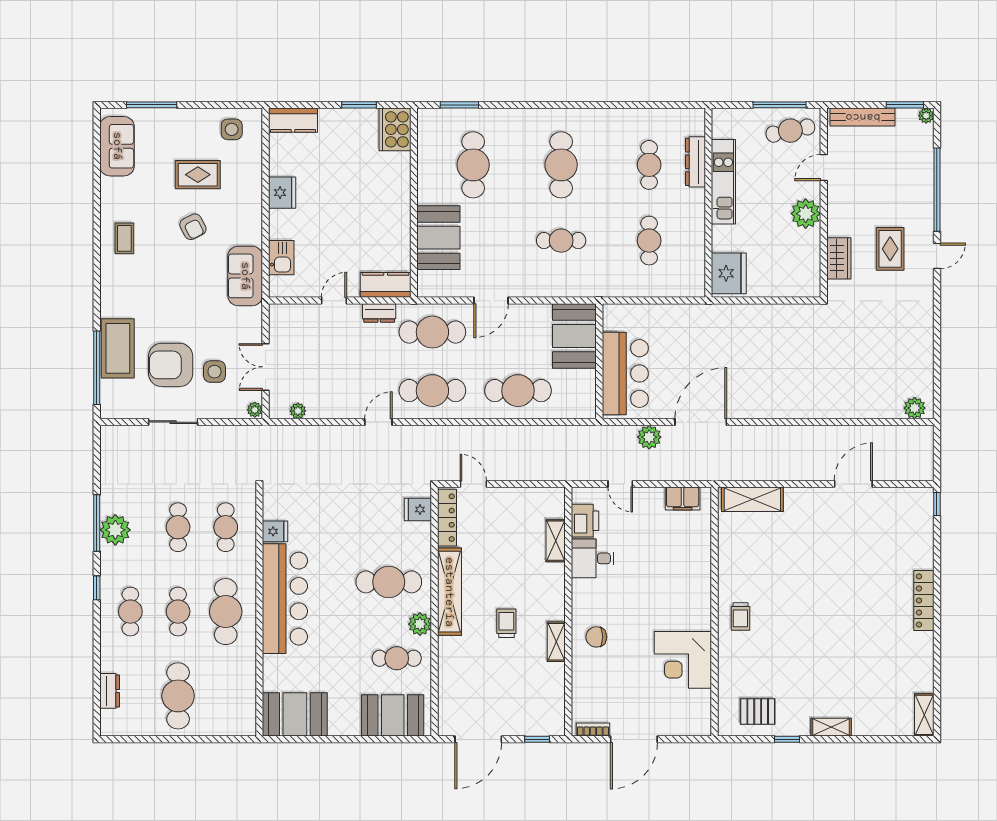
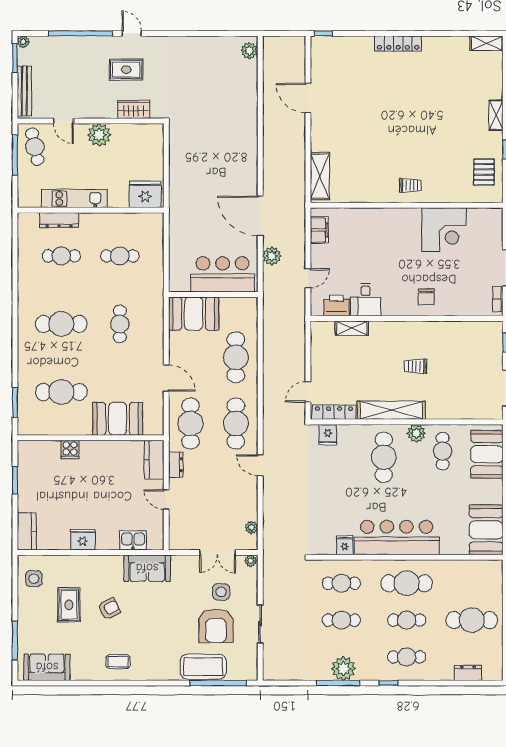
cooker: (395, 129) -> (70, 450), moved, width x0.53, depth x0.76
shelving: (556, 642) -> (430, 328), removed

